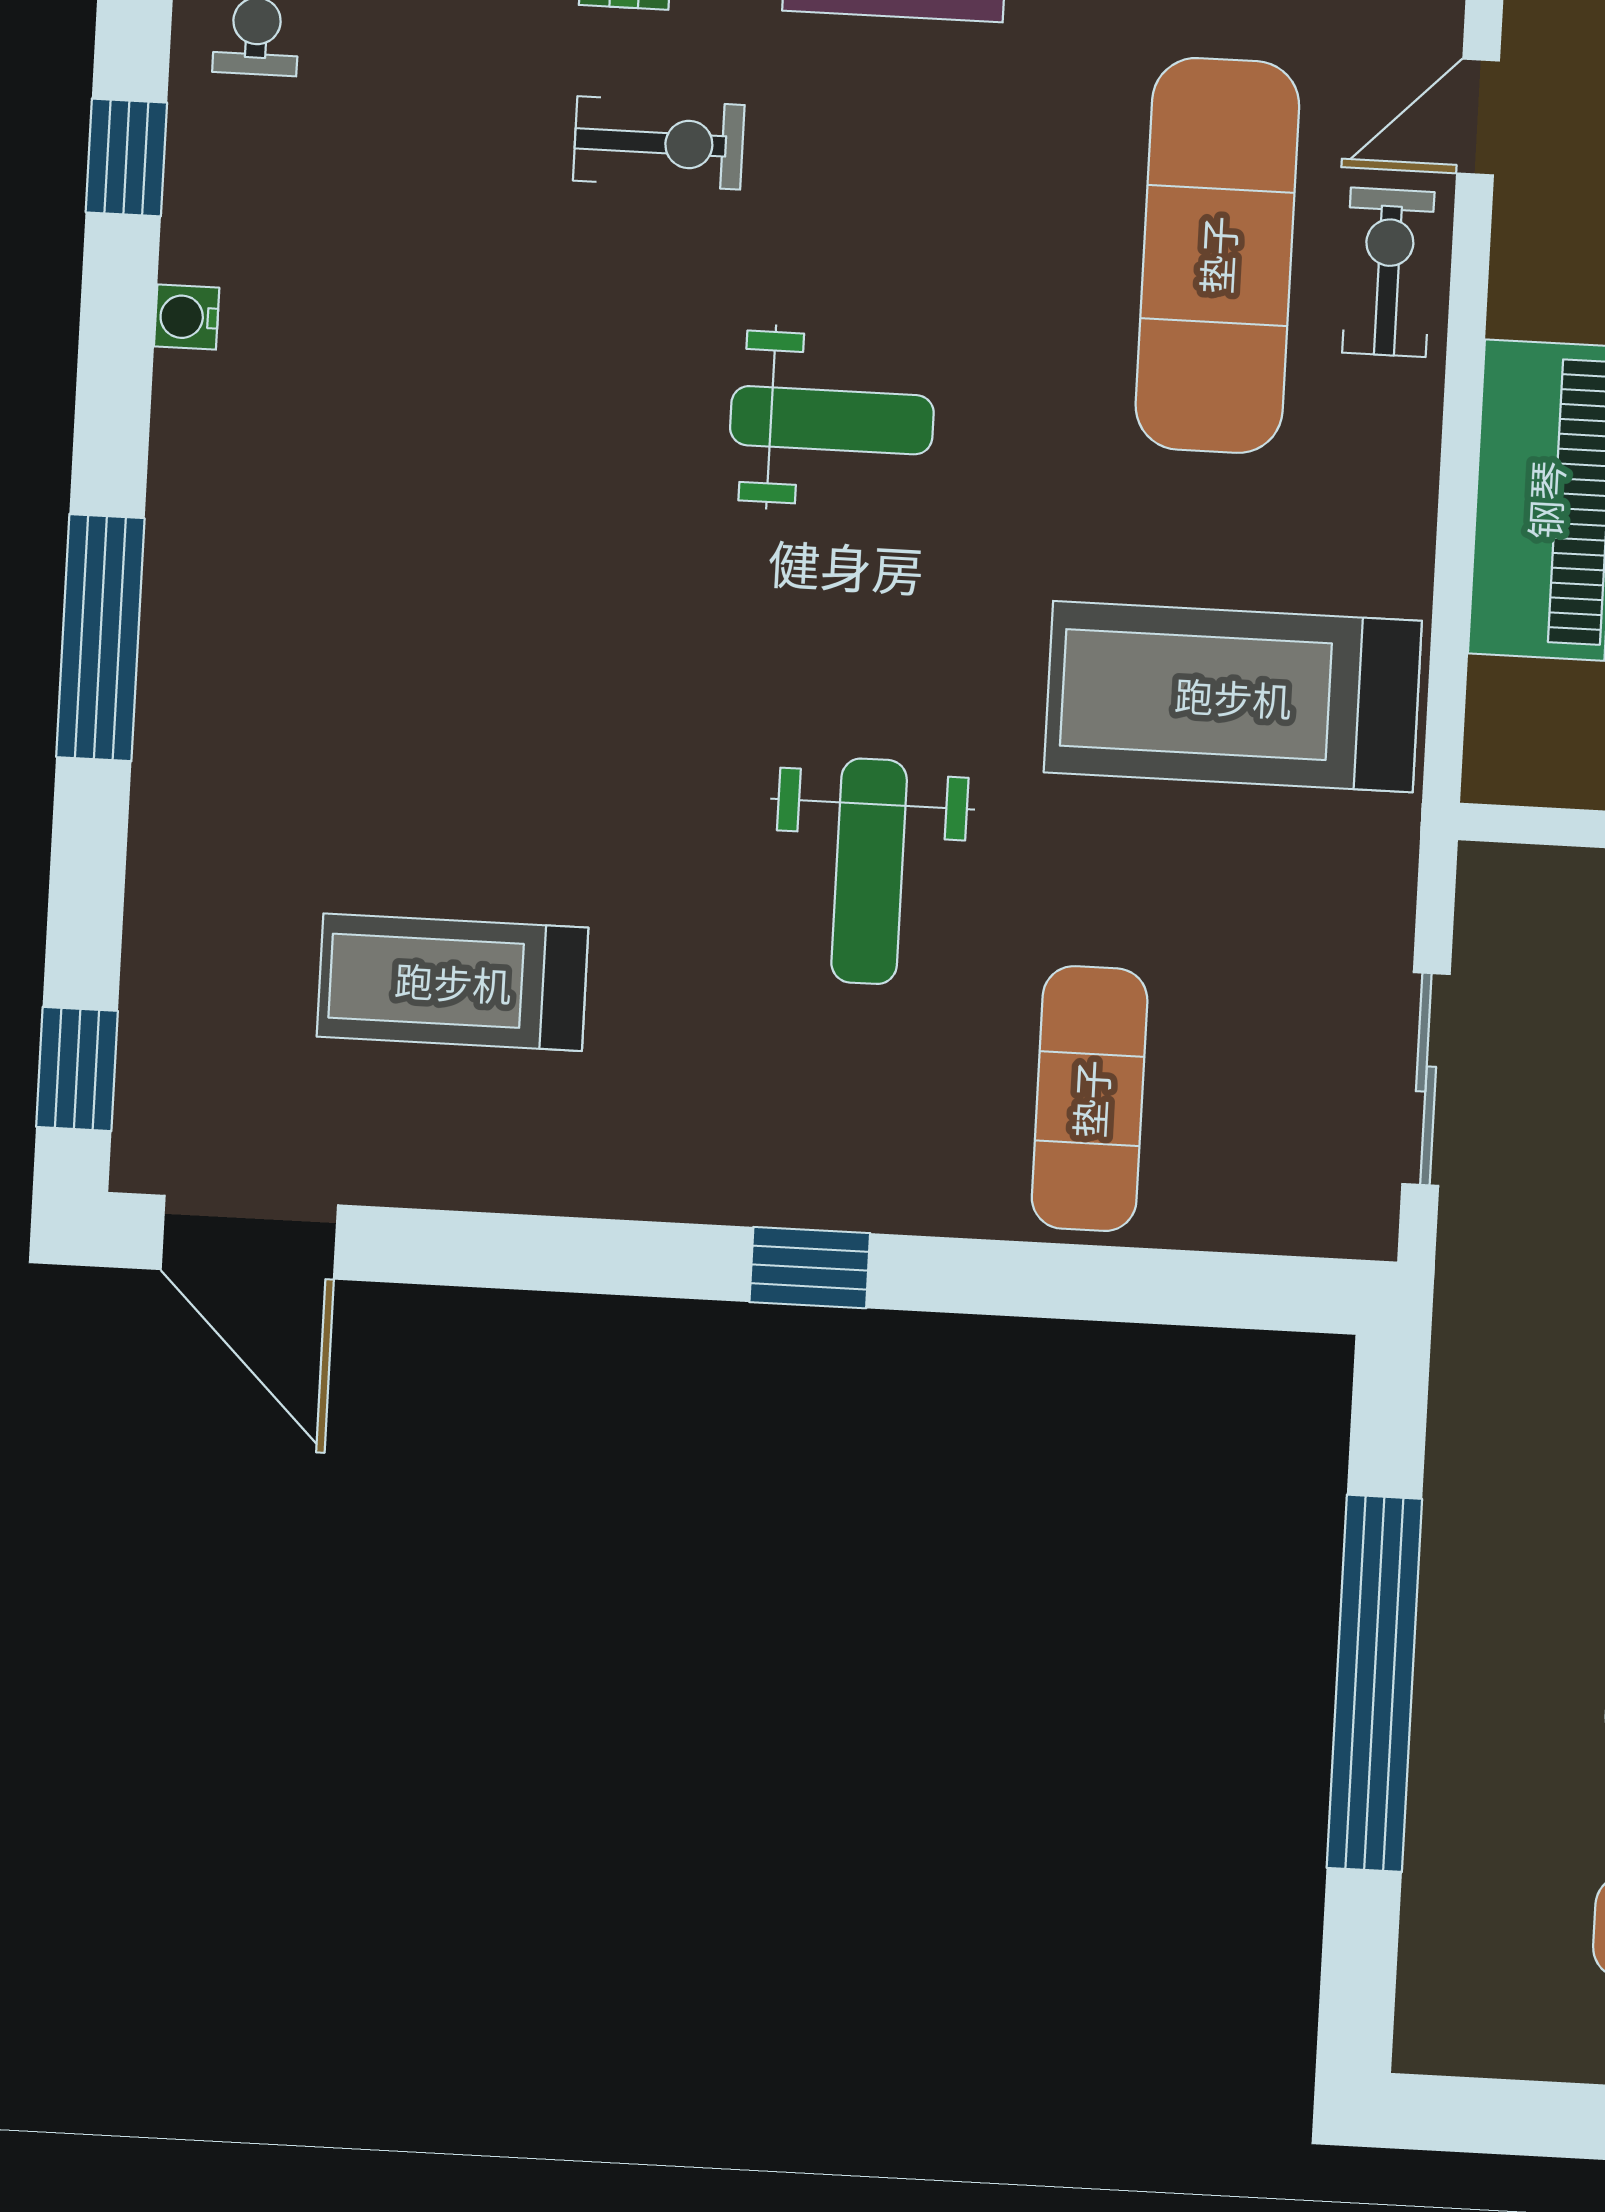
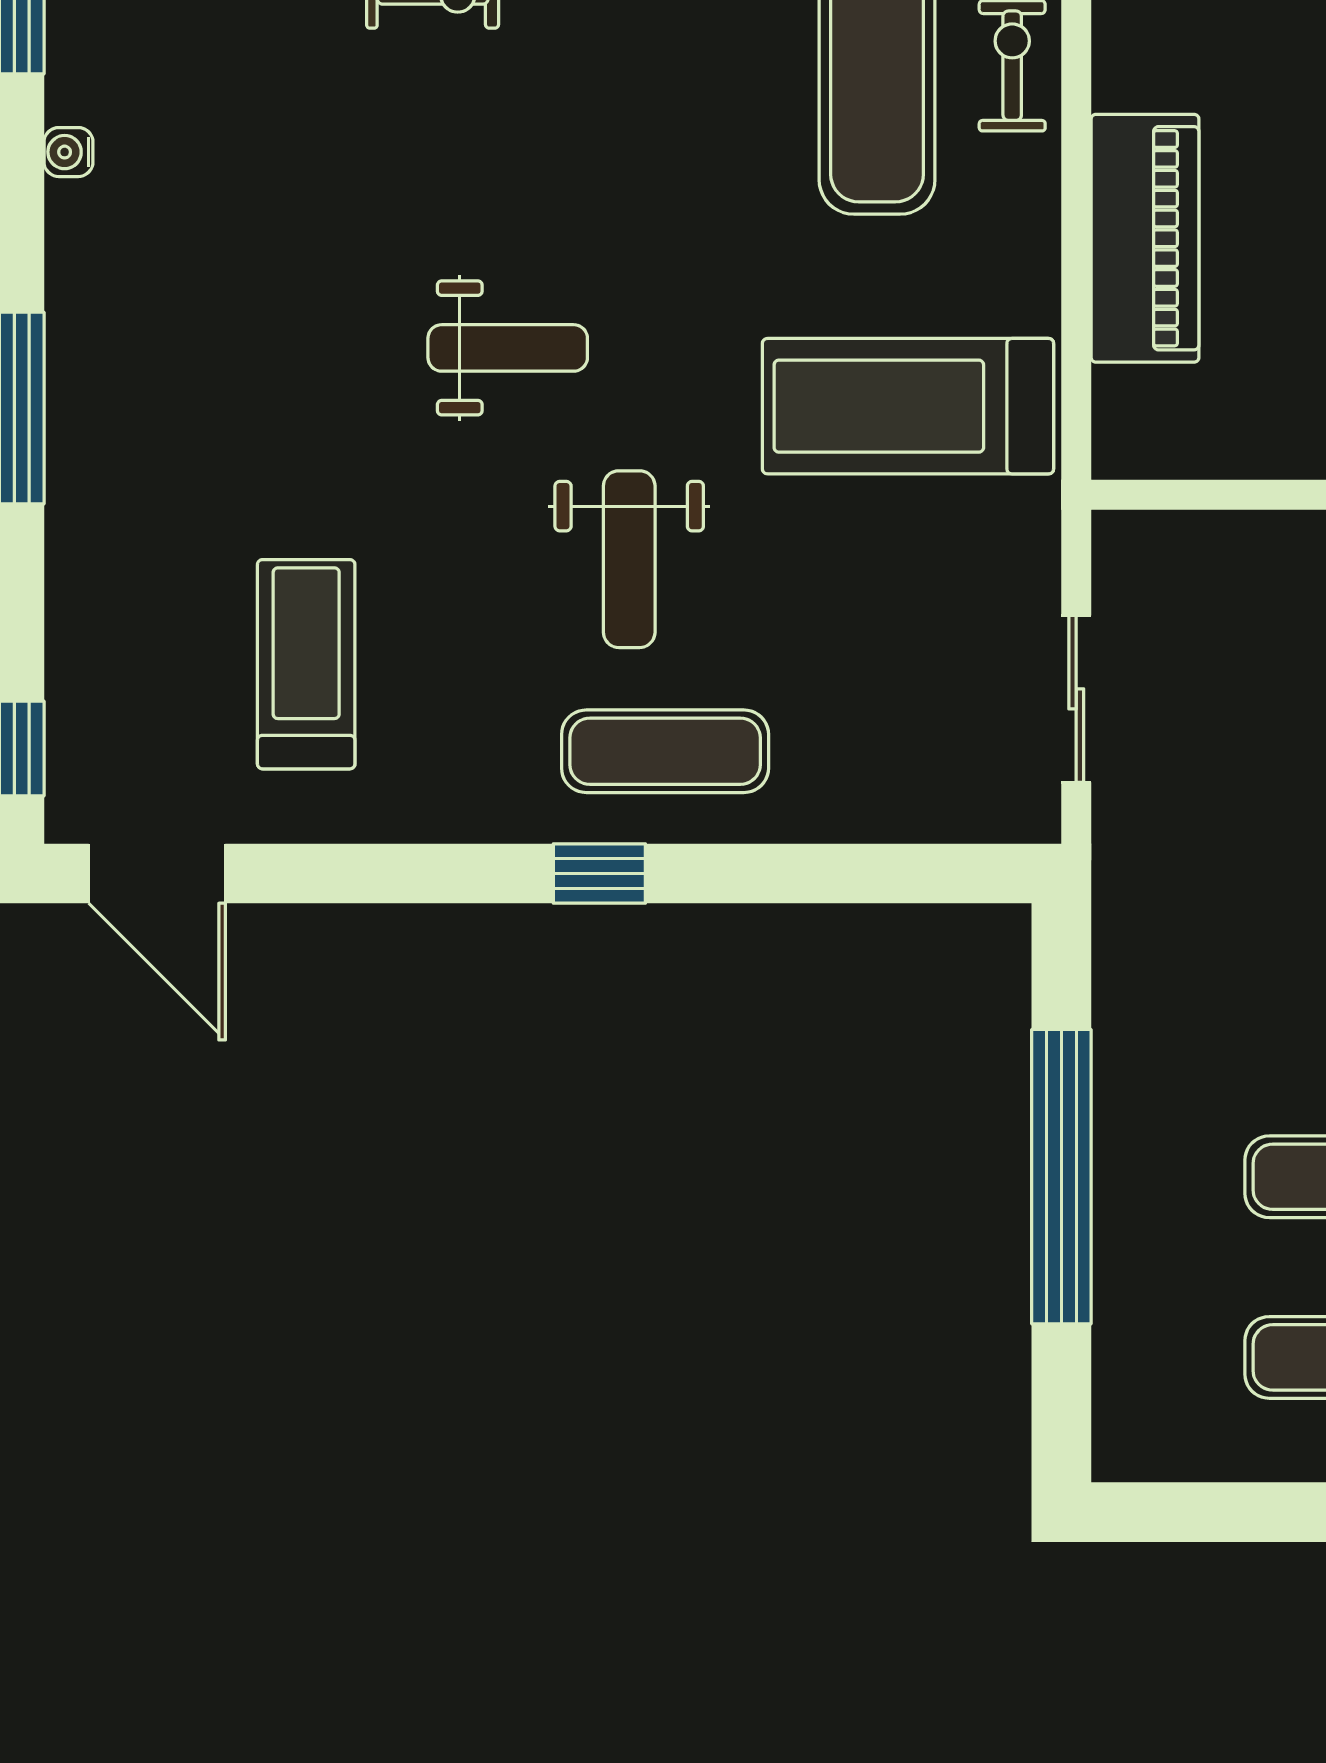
weight bench: (832, 420) -> (508, 348), moved
treadmill: (453, 982) -> (306, 664), turned 90
exercise mat: (1090, 1099) -> (665, 751), moved, turned 90

